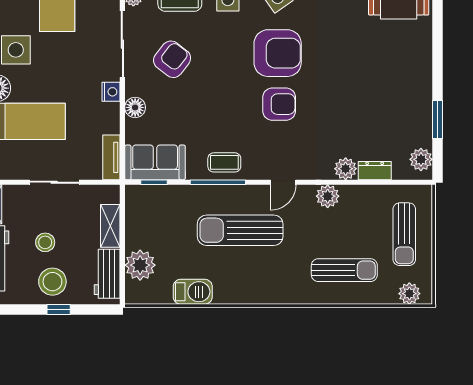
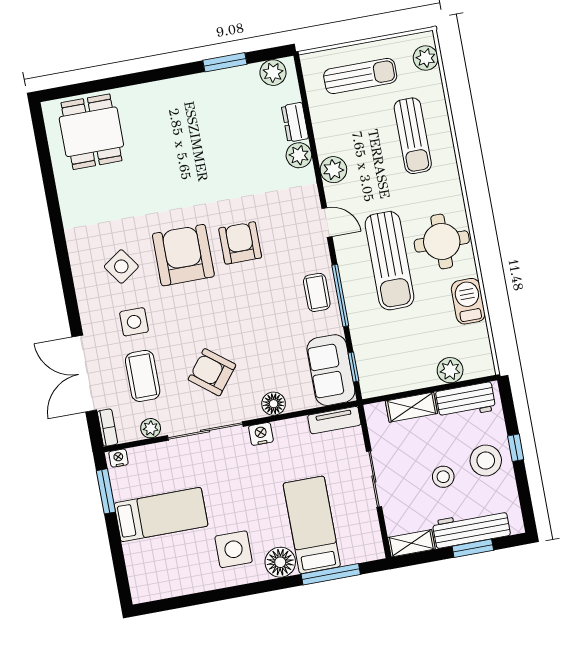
plant: (140, 265) -> (450, 370), width x0.73, depth x0.73
sun lounger: (344, 270) -> (413, 136), turned 180
round table: (248, 278) -> (442, 241), added

